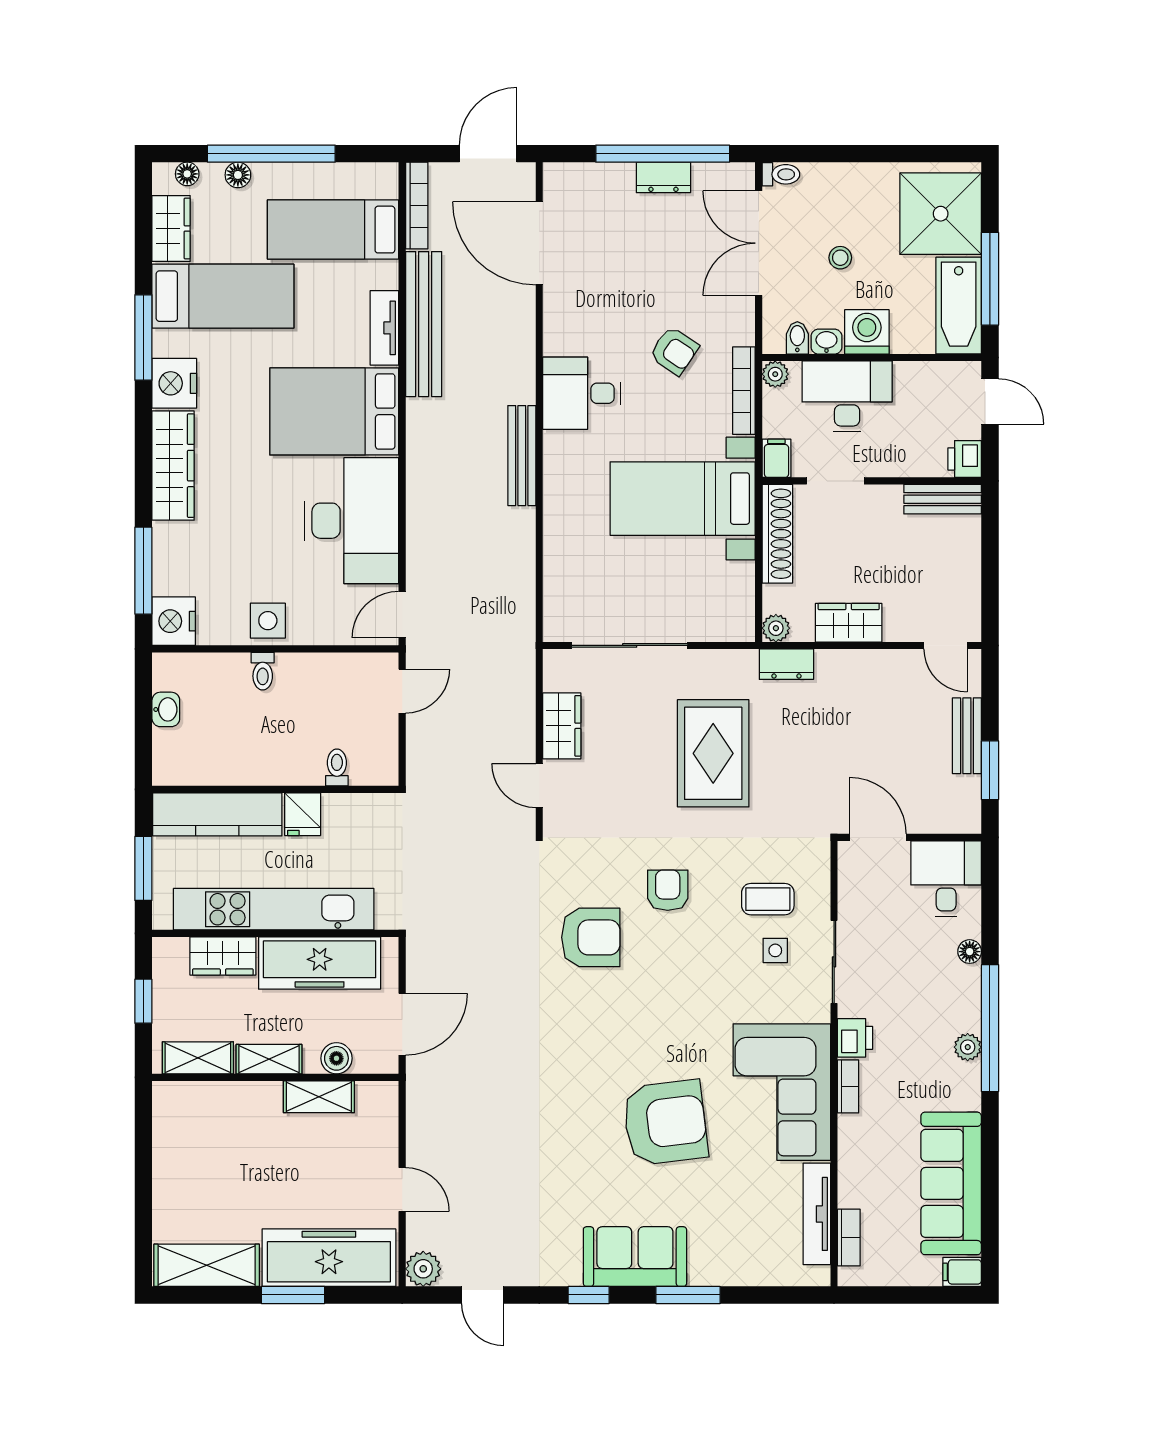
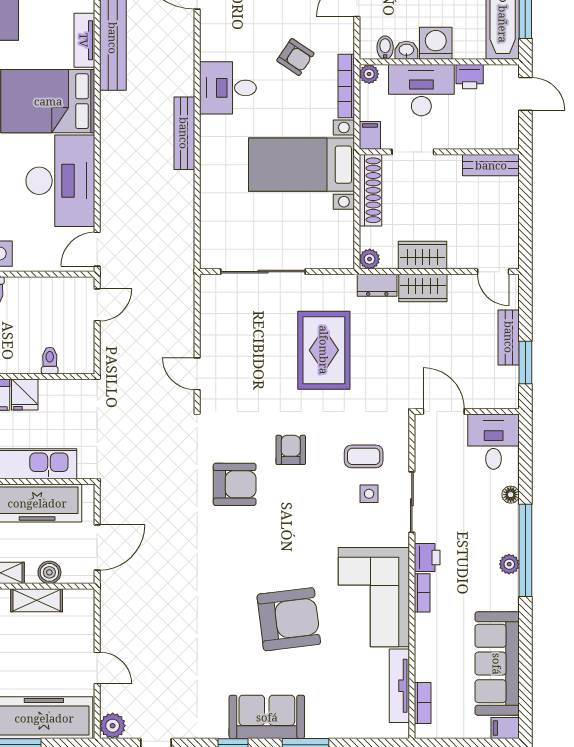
printer: (965, 459) -> (470, 77), moved, turned -90
wardrobe: (562, 726) -> (423, 288), moved, turned 90

